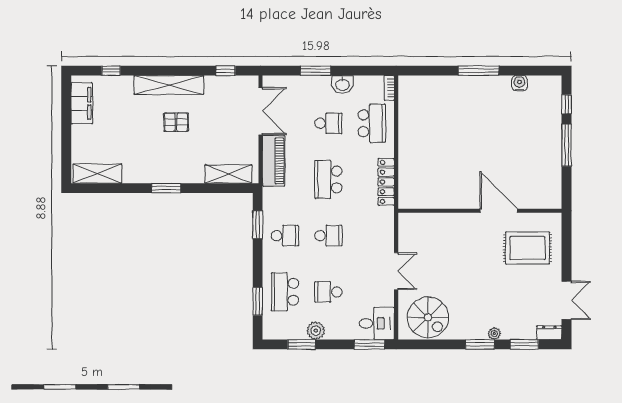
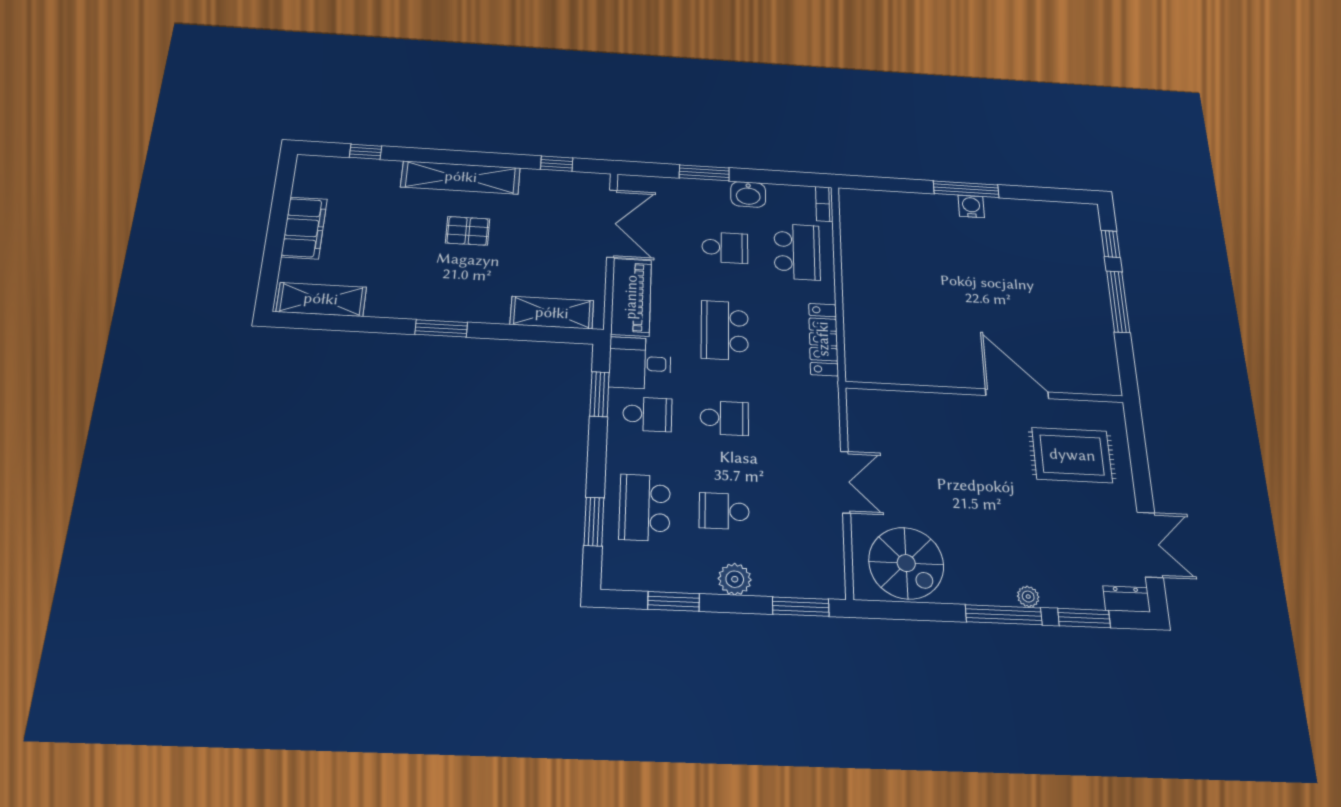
water cooler: (519, 83) -> (971, 206), moved
filing cabinet: (82, 103) -> (304, 228), moved
desk: (377, 323) -> (640, 363), moved, turned 180
plant: (316, 331) -> (735, 579), moved
window: (480, 344) -> (1004, 615), width x1.44

